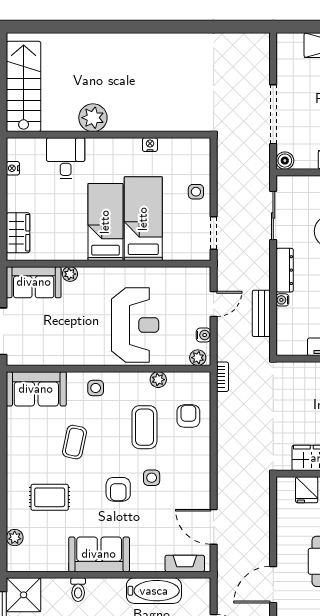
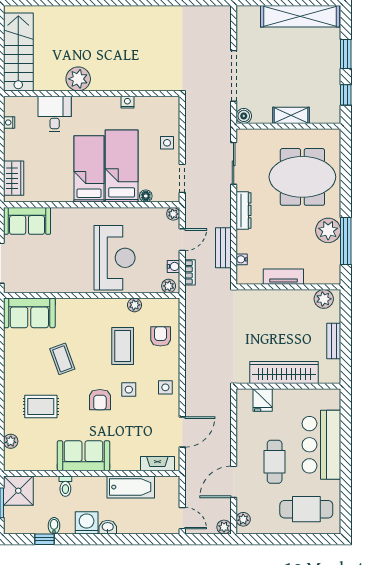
floor lamp: (171, 253) -> (146, 196), added
plant: (70, 274) -> (173, 214), moved
water cooler: (282, 300) -> (242, 259), moved
bookcase: (223, 377) -> (190, 272), moved
side table: (96, 388) -> (165, 387), moved
coffee table: (74, 442) -> (62, 359), turned -32
door: (214, 527) -> (182, 432), swing flipped

